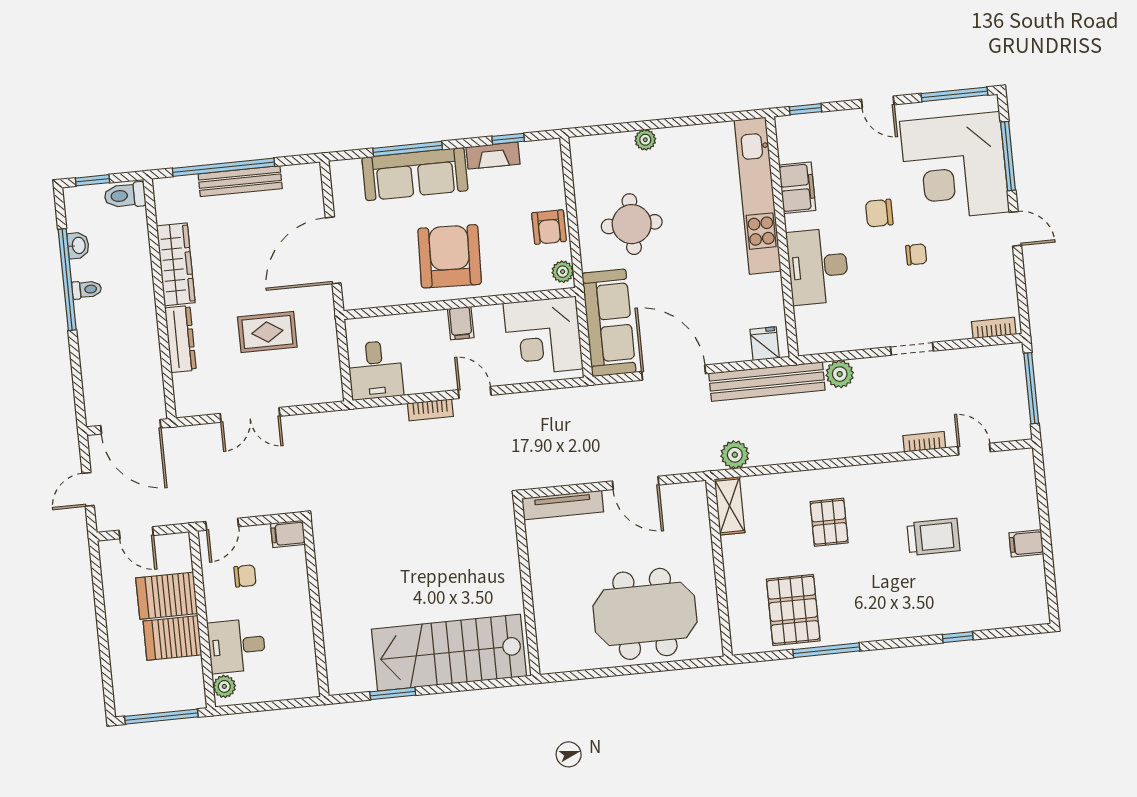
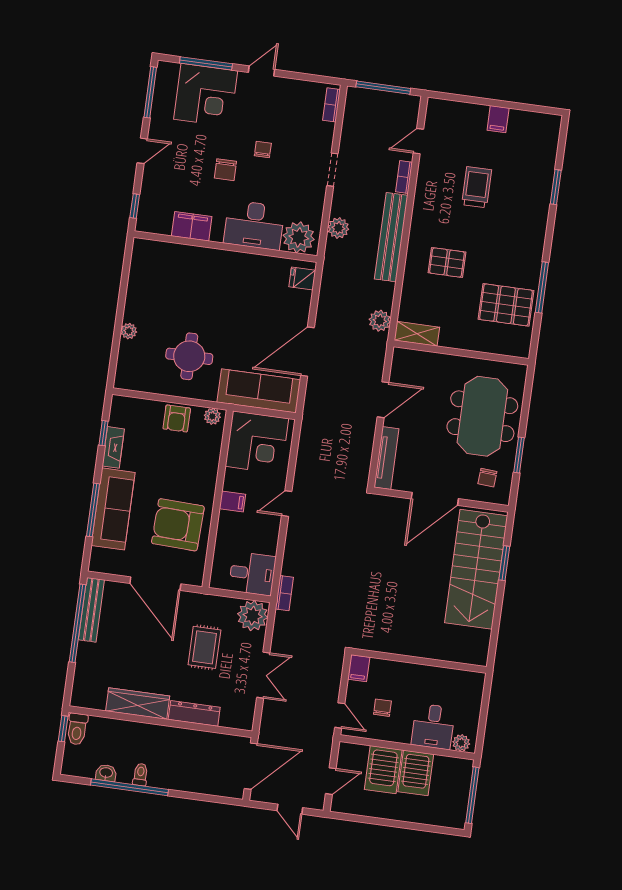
window: (223, 167) -> (77, 623), moved
corner desk: (954, 167) -> (206, 95), width x0.74, depth x0.74
window: (92, 180) -> (63, 729), moved
bench: (240, 181) -> (91, 610), moved
kitchen unit: (758, 196) -> (191, 257), removed
armchair: (549, 227) -> (177, 418), turned 90
armchair: (450, 256) -> (178, 525), moved
plant: (816, 327) -> (299, 237), added
bench: (767, 382) -> (391, 237), moved
plant: (322, 383) -> (253, 616), added
bookcase: (430, 410) -> (284, 593), moved
door: (526, 579) -> (435, 499), added
window: (958, 637) -> (556, 187), width x1.50
chair: (569, 639) -> (487, 478), added
window: (607, 672) -> (519, 455), added
window: (393, 694) -> (504, 563), moved

